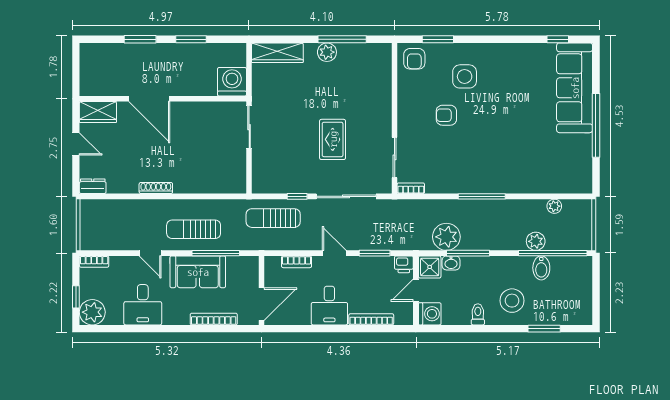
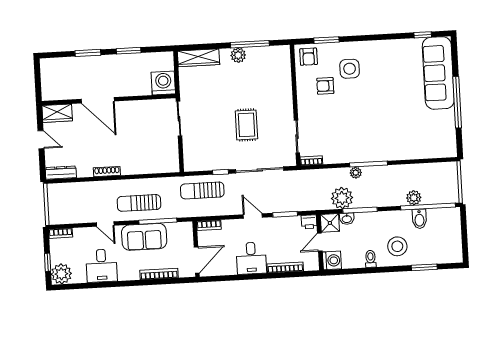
armchair: (446, 115) -> (325, 86), moved
dresser: (93, 186) -> (61, 173), width x1.44
plant: (554, 206) -> (356, 173), moved
bookcase: (297, 262) -> (209, 225), moved

